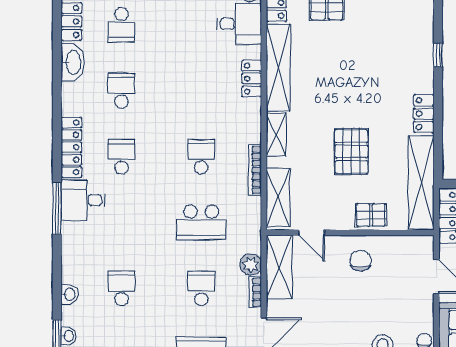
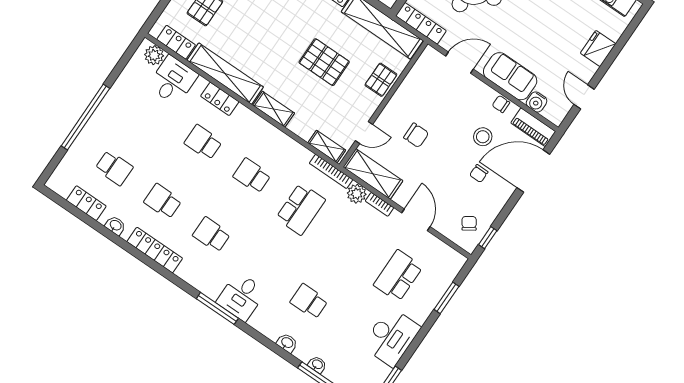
washbasin: (73, 62) -> (115, 226), width x0.52, depth x0.69
locker: (71, 147) -> (155, 250), moved
bookcase: (255, 170) -> (331, 171), moved
shelving: (278, 197) -> (327, 147), width x0.67, depth x0.75
desk: (83, 200) -> (241, 297), moved
chair: (361, 261) -> (416, 135), moved, turned 180
school desk: (201, 288) -> (203, 142), moved

